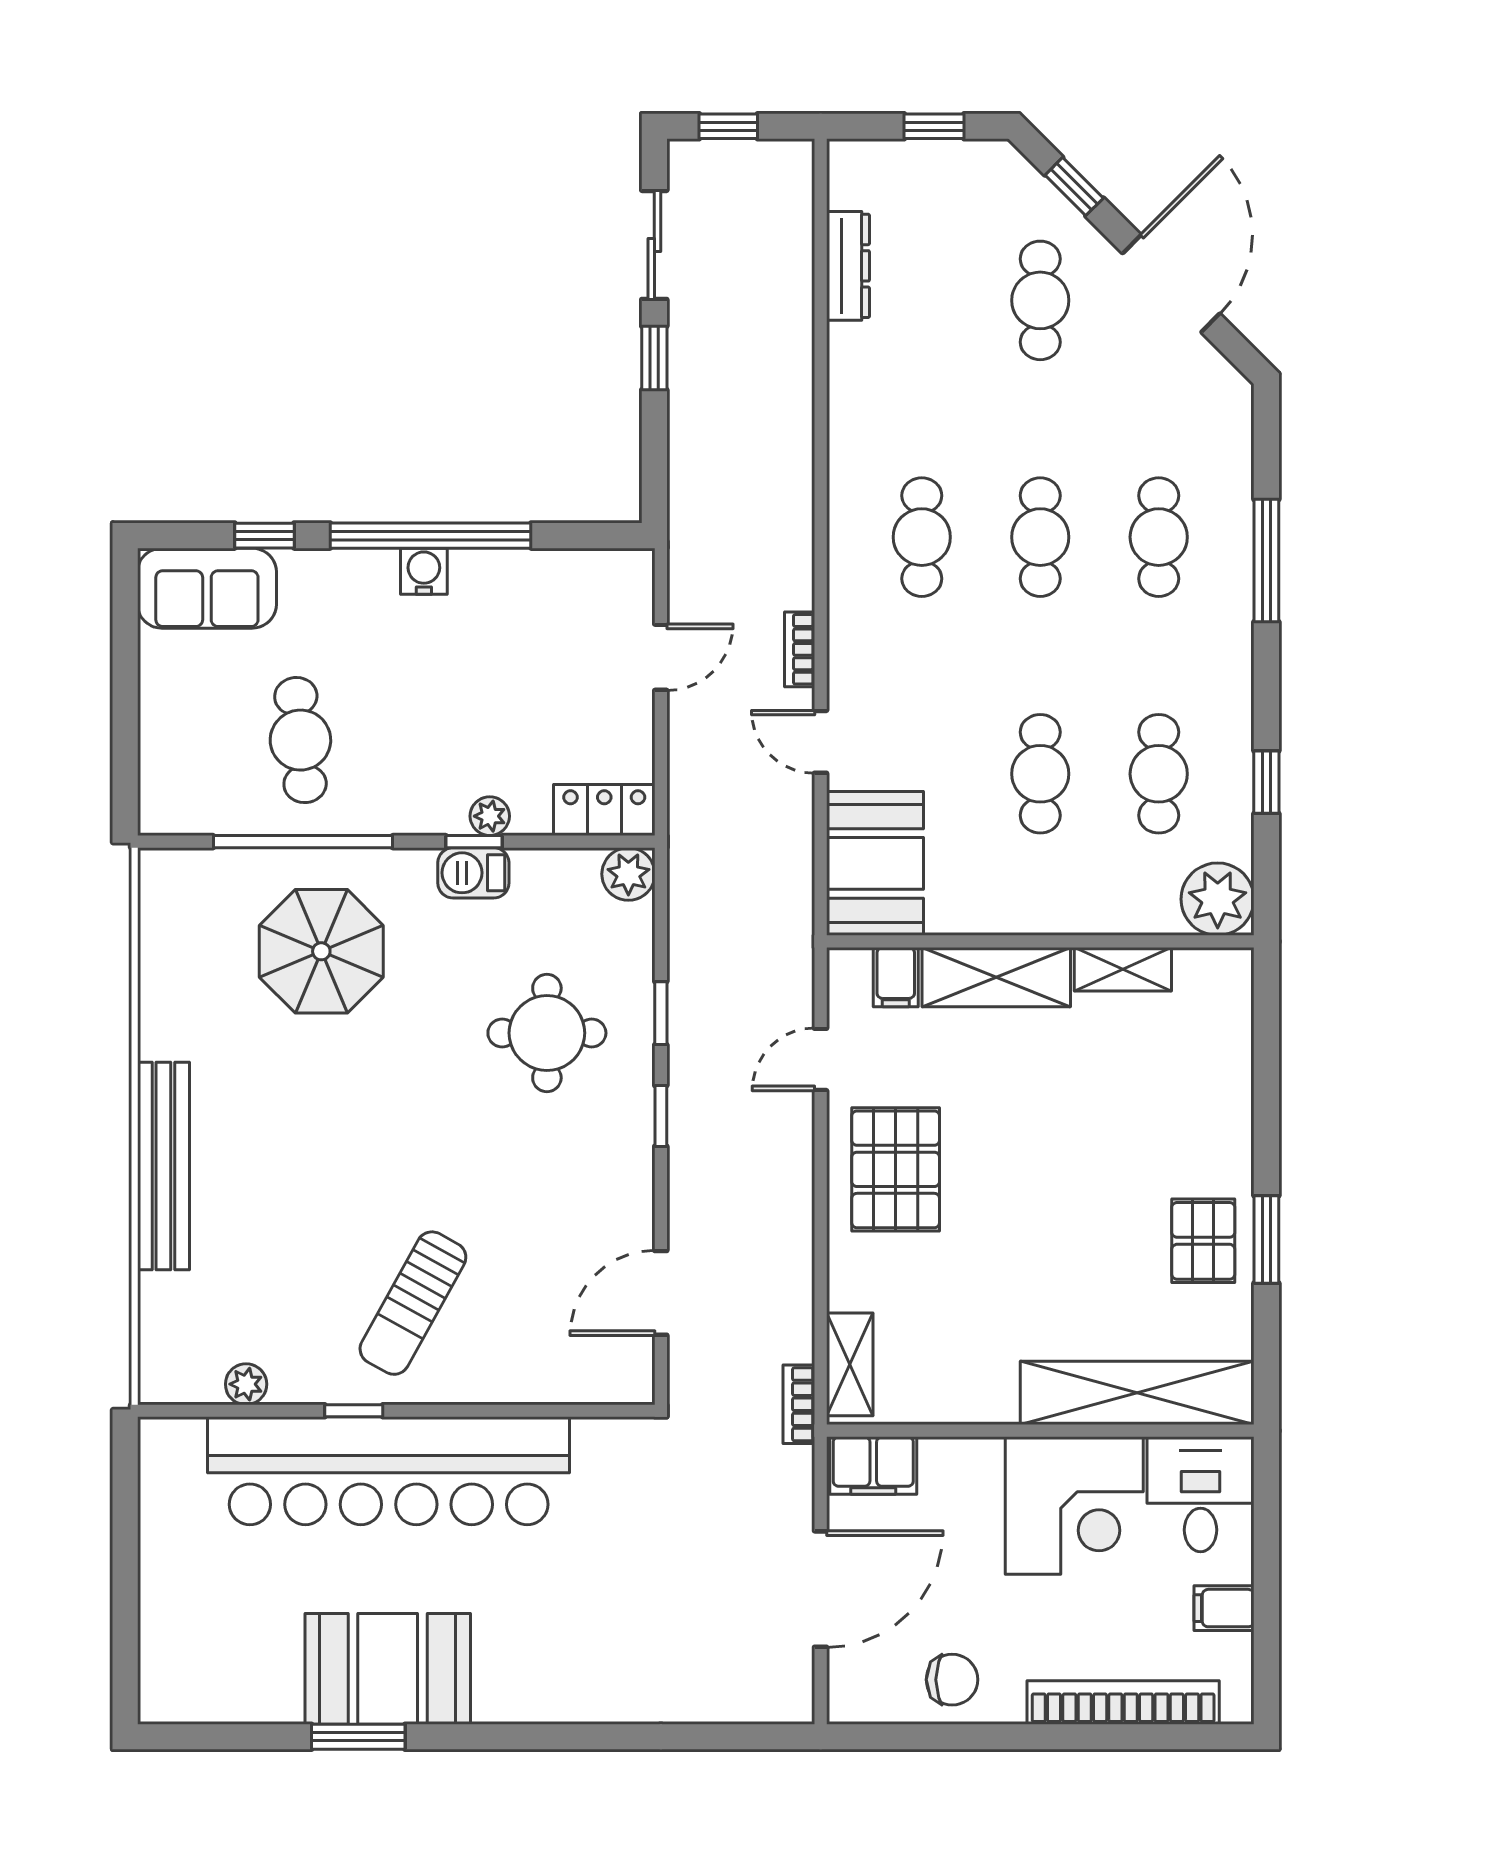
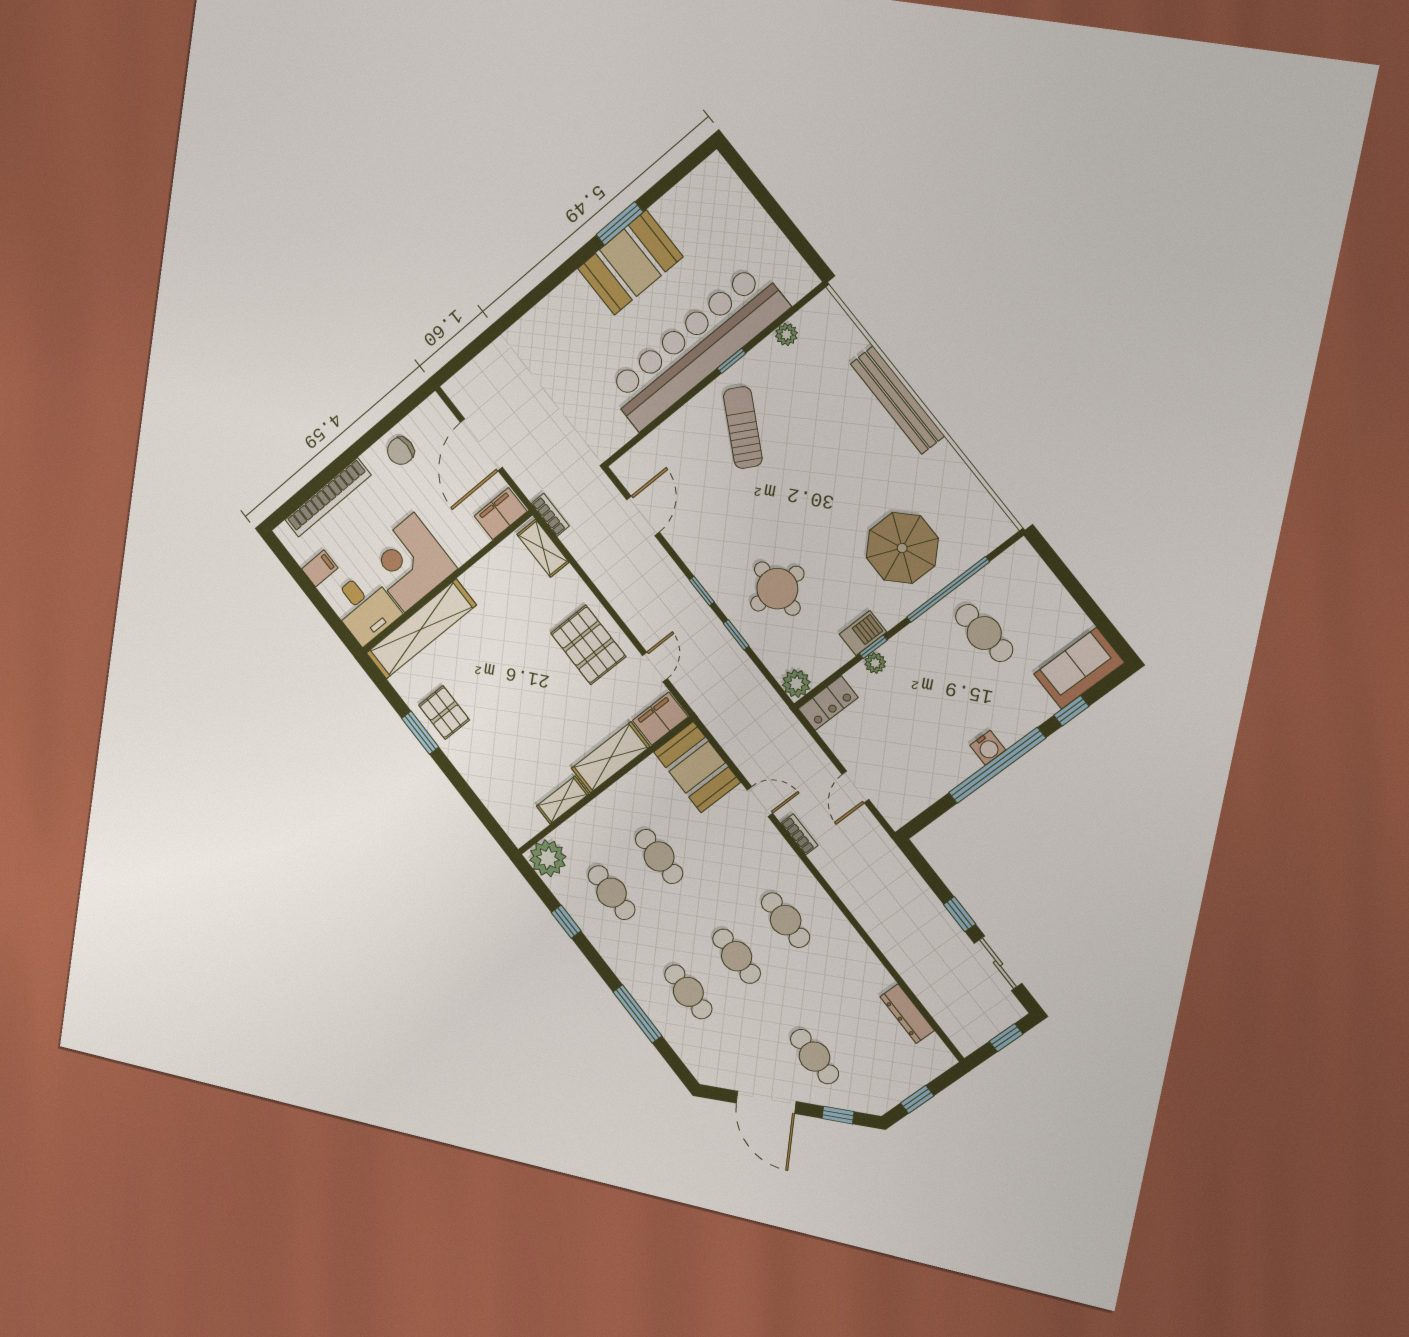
filing cabinet: (896, 977) -> (660, 719), width x2.00

